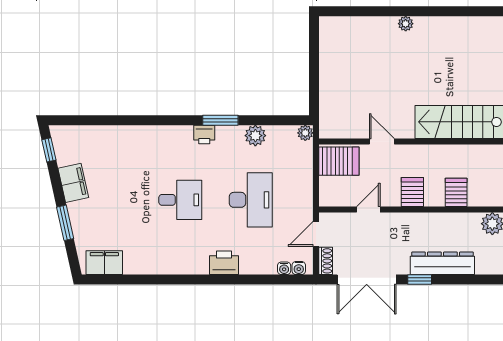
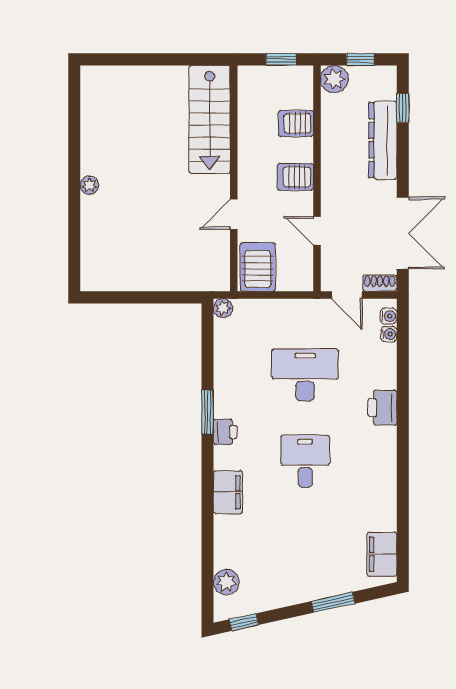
plant: (255, 136) -> (226, 582), moved
filing cabinet: (73, 183) -> (228, 492), moved, turned 103
window: (420, 280) -> (403, 108), moved

